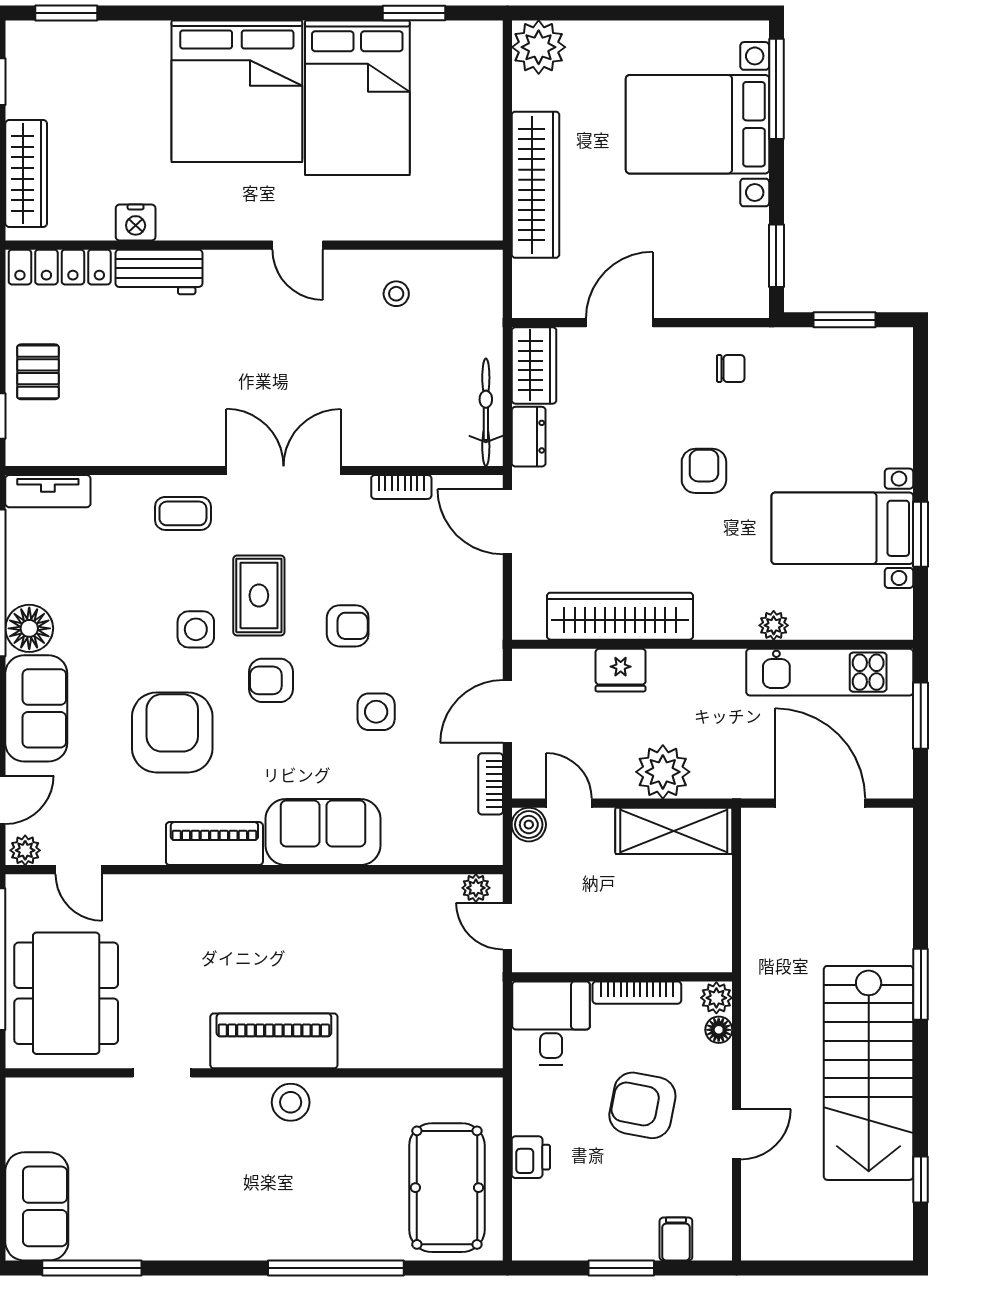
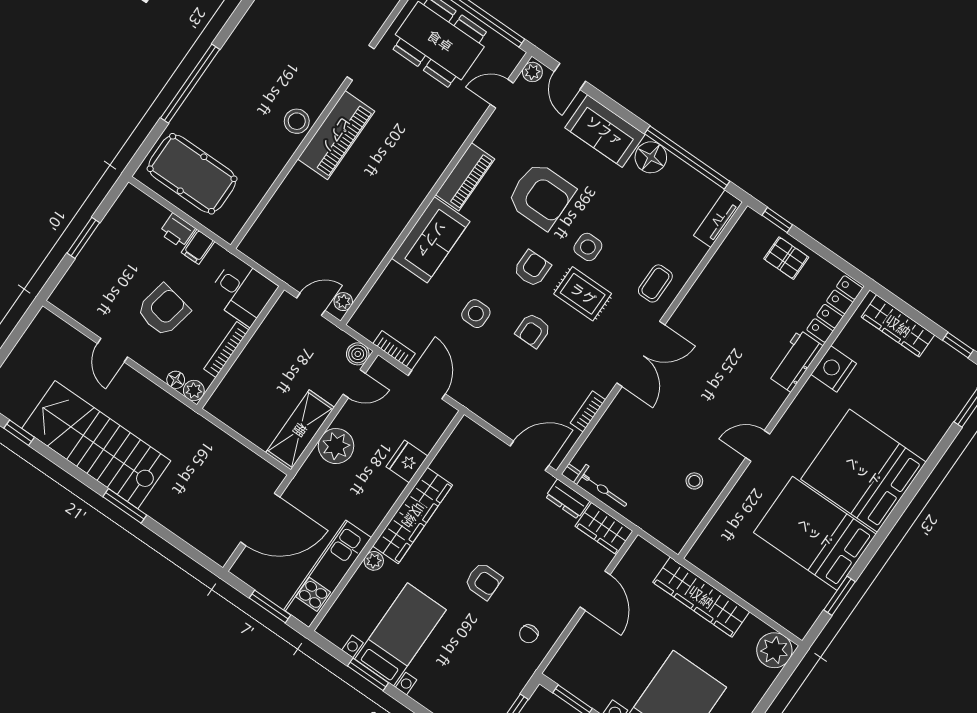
nightstand: (136, 223) -> (834, 369), width x1.36, depth x1.33
wardrobe: (620, 616) -> (413, 515), moved
filing cabinet: (676, 1239) -> (198, 247), moved, turned 90

